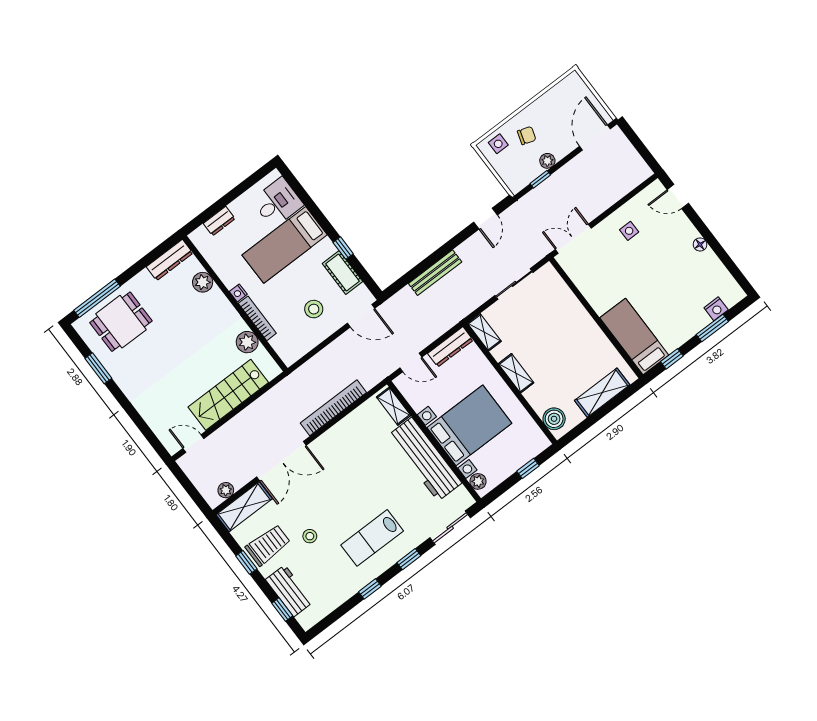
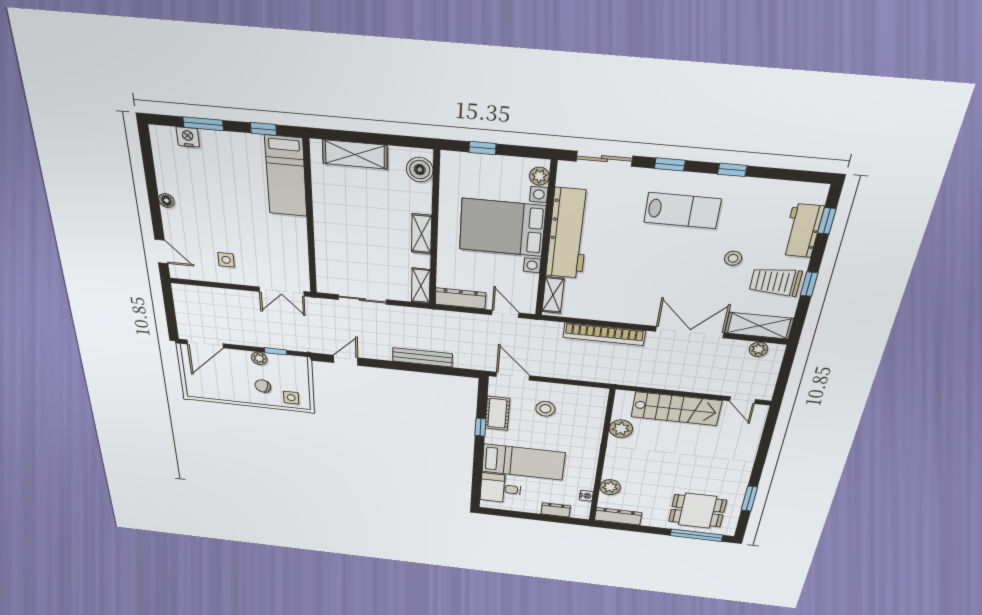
nightstand: (238, 293) -> (586, 496), moved
bookcase: (257, 318) -> (596, 437), removed

